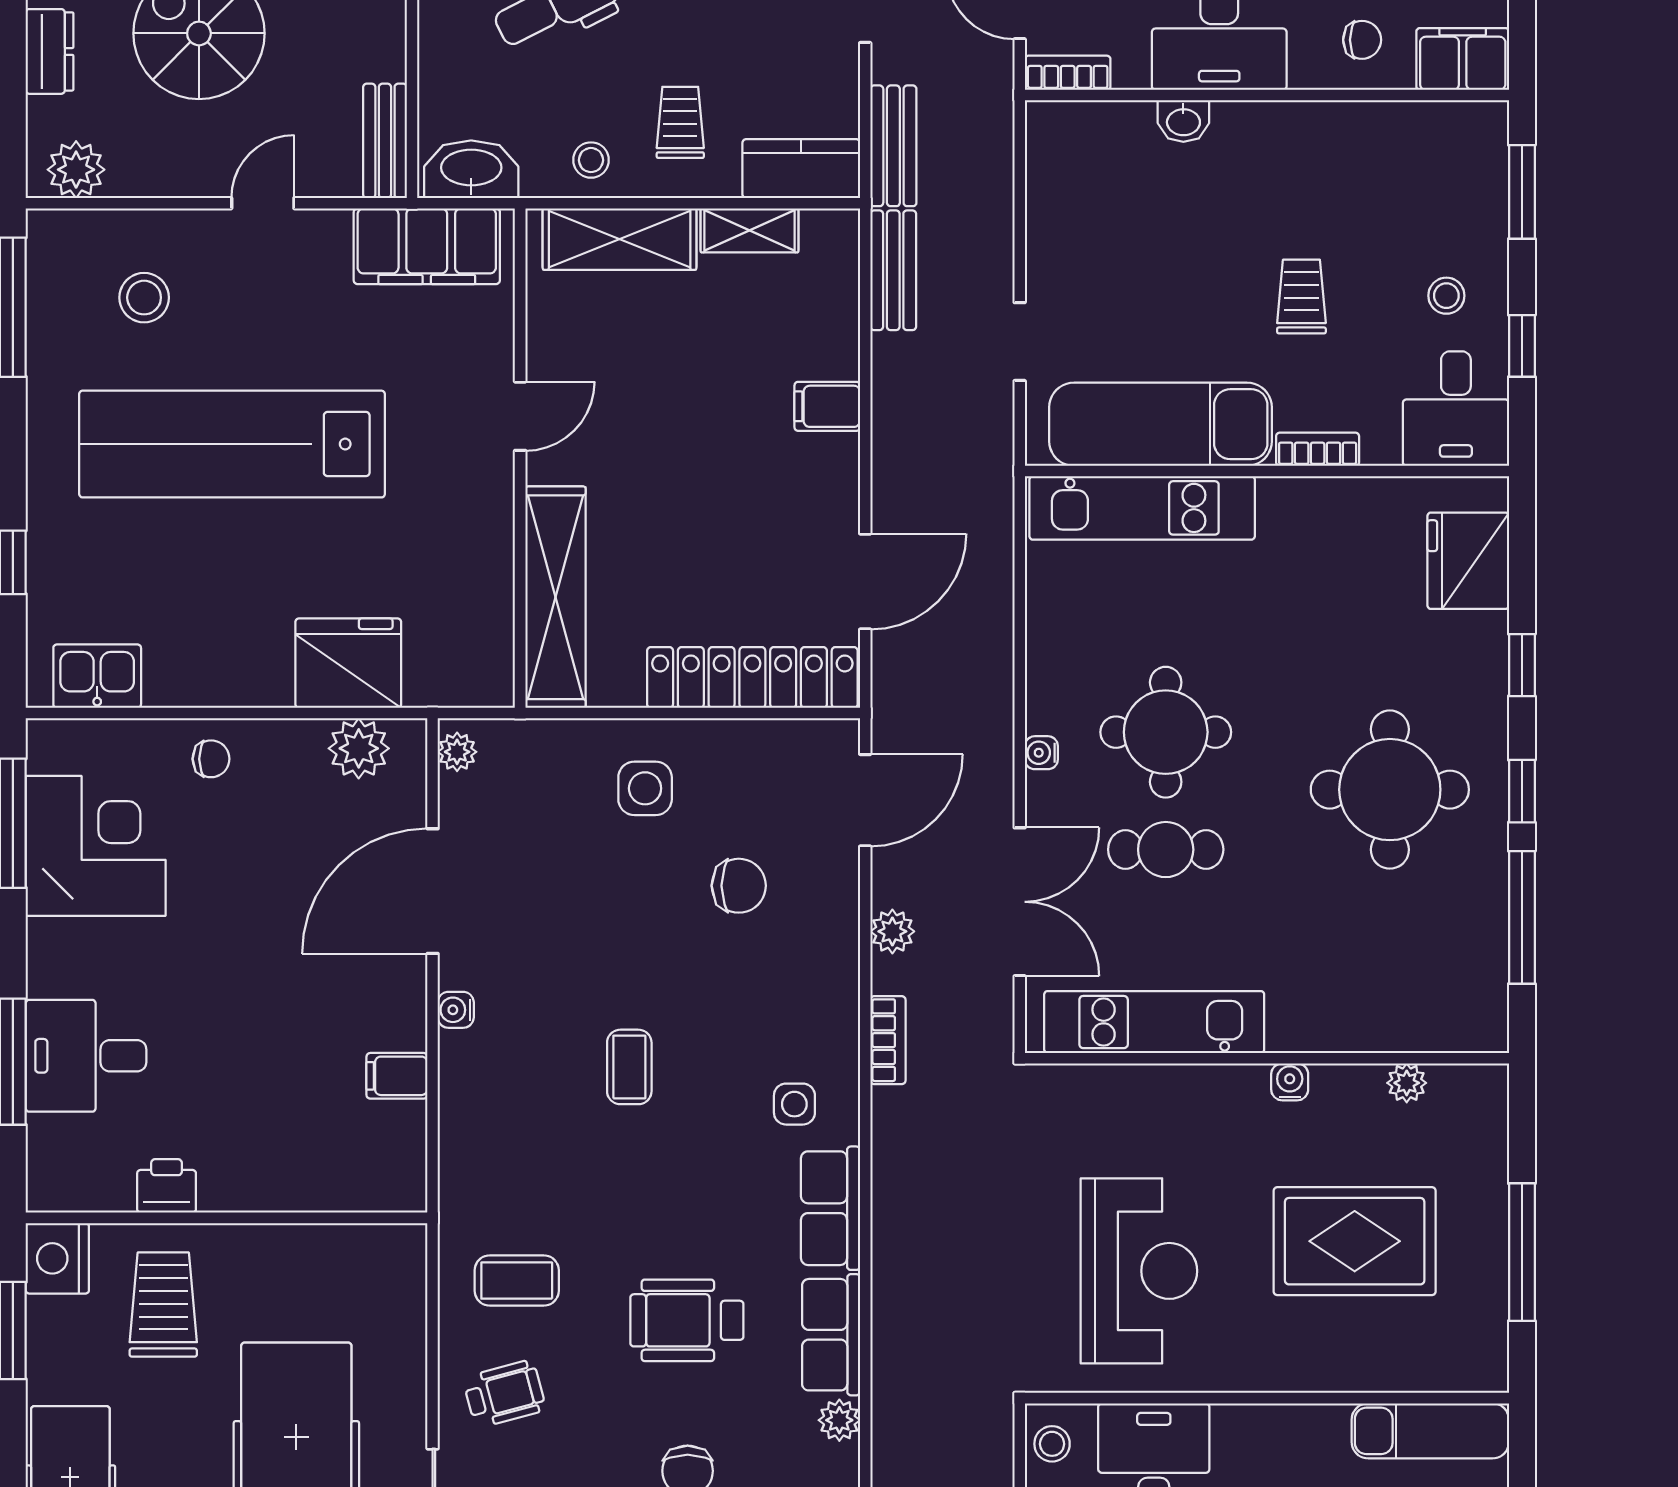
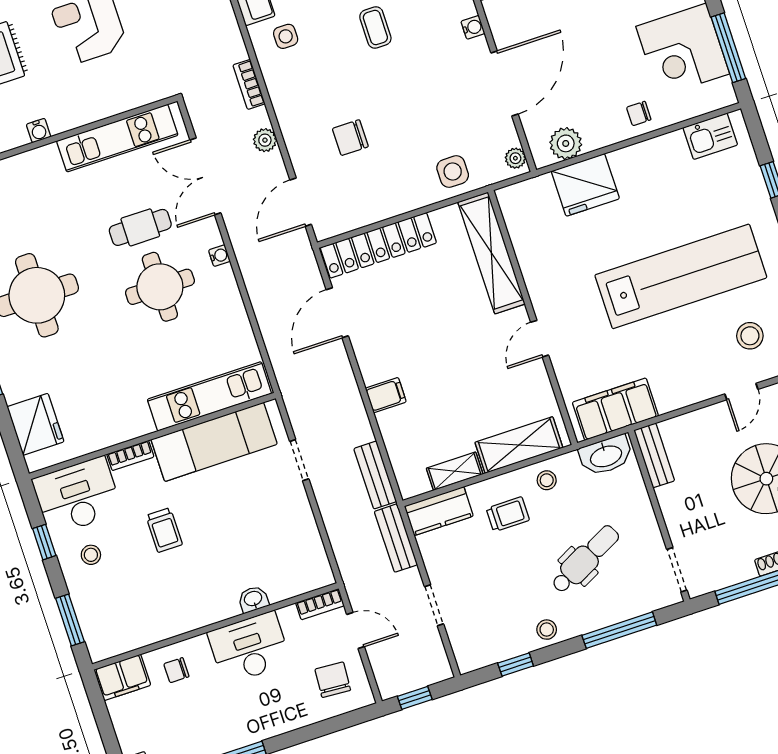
trolley: (680, 122) -> (508, 514), turned -90
door: (263, 203) -> (741, 392), moved
desk: (1456, 409) -> (77, 496), width x1.37
side table: (645, 788) -> (453, 172), moved

